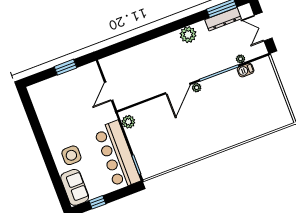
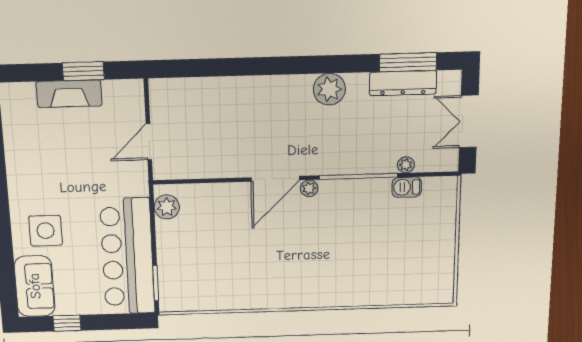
fireplace: (62, 81) -> (69, 94), added

